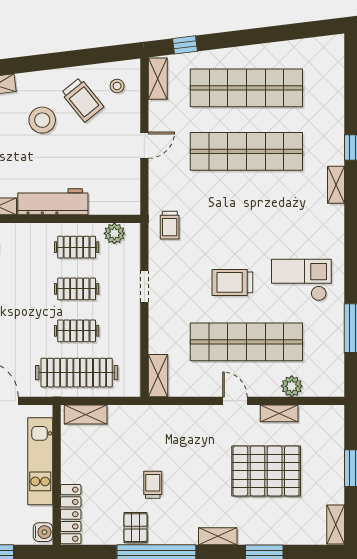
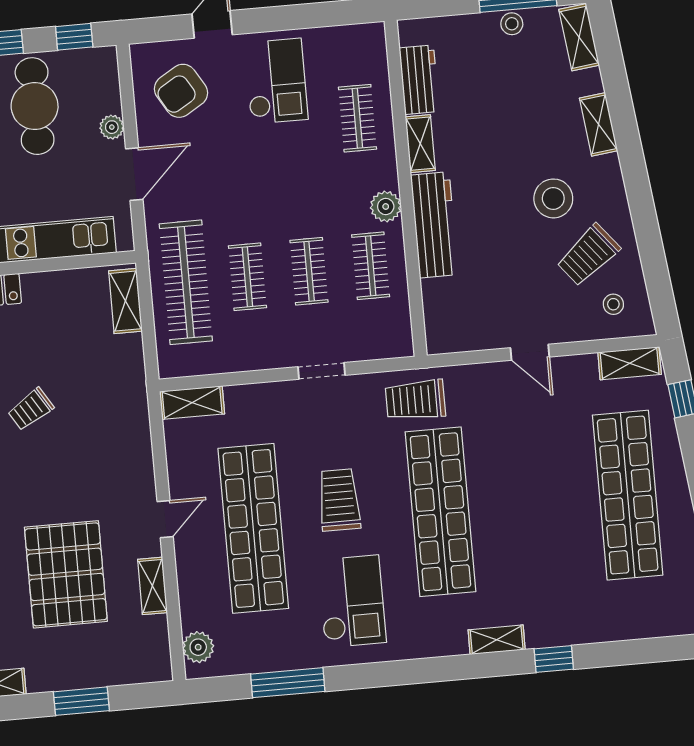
shop shelf: (246, 151) -> (440, 512), moved
trolley: (170, 225) -> (415, 400), width x1.36, depth x1.39
plant: (114, 233) -> (386, 206), moved
plant: (292, 386) -> (198, 647), moved
trolley: (153, 485) -> (31, 409), turned 148

